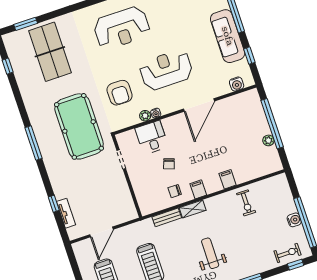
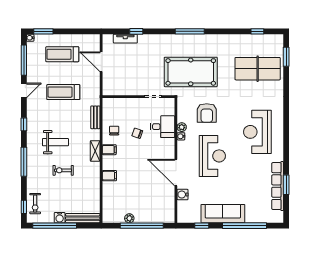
water cooler: (237, 84) -> (183, 195), moved
armchair: (120, 93) -> (207, 113), turned -90
bench: (286, 193) -> (83, 218), added
exercise bike: (246, 203) -> (63, 170), moved
shelving: (193, 209) -> (95, 151), moved

